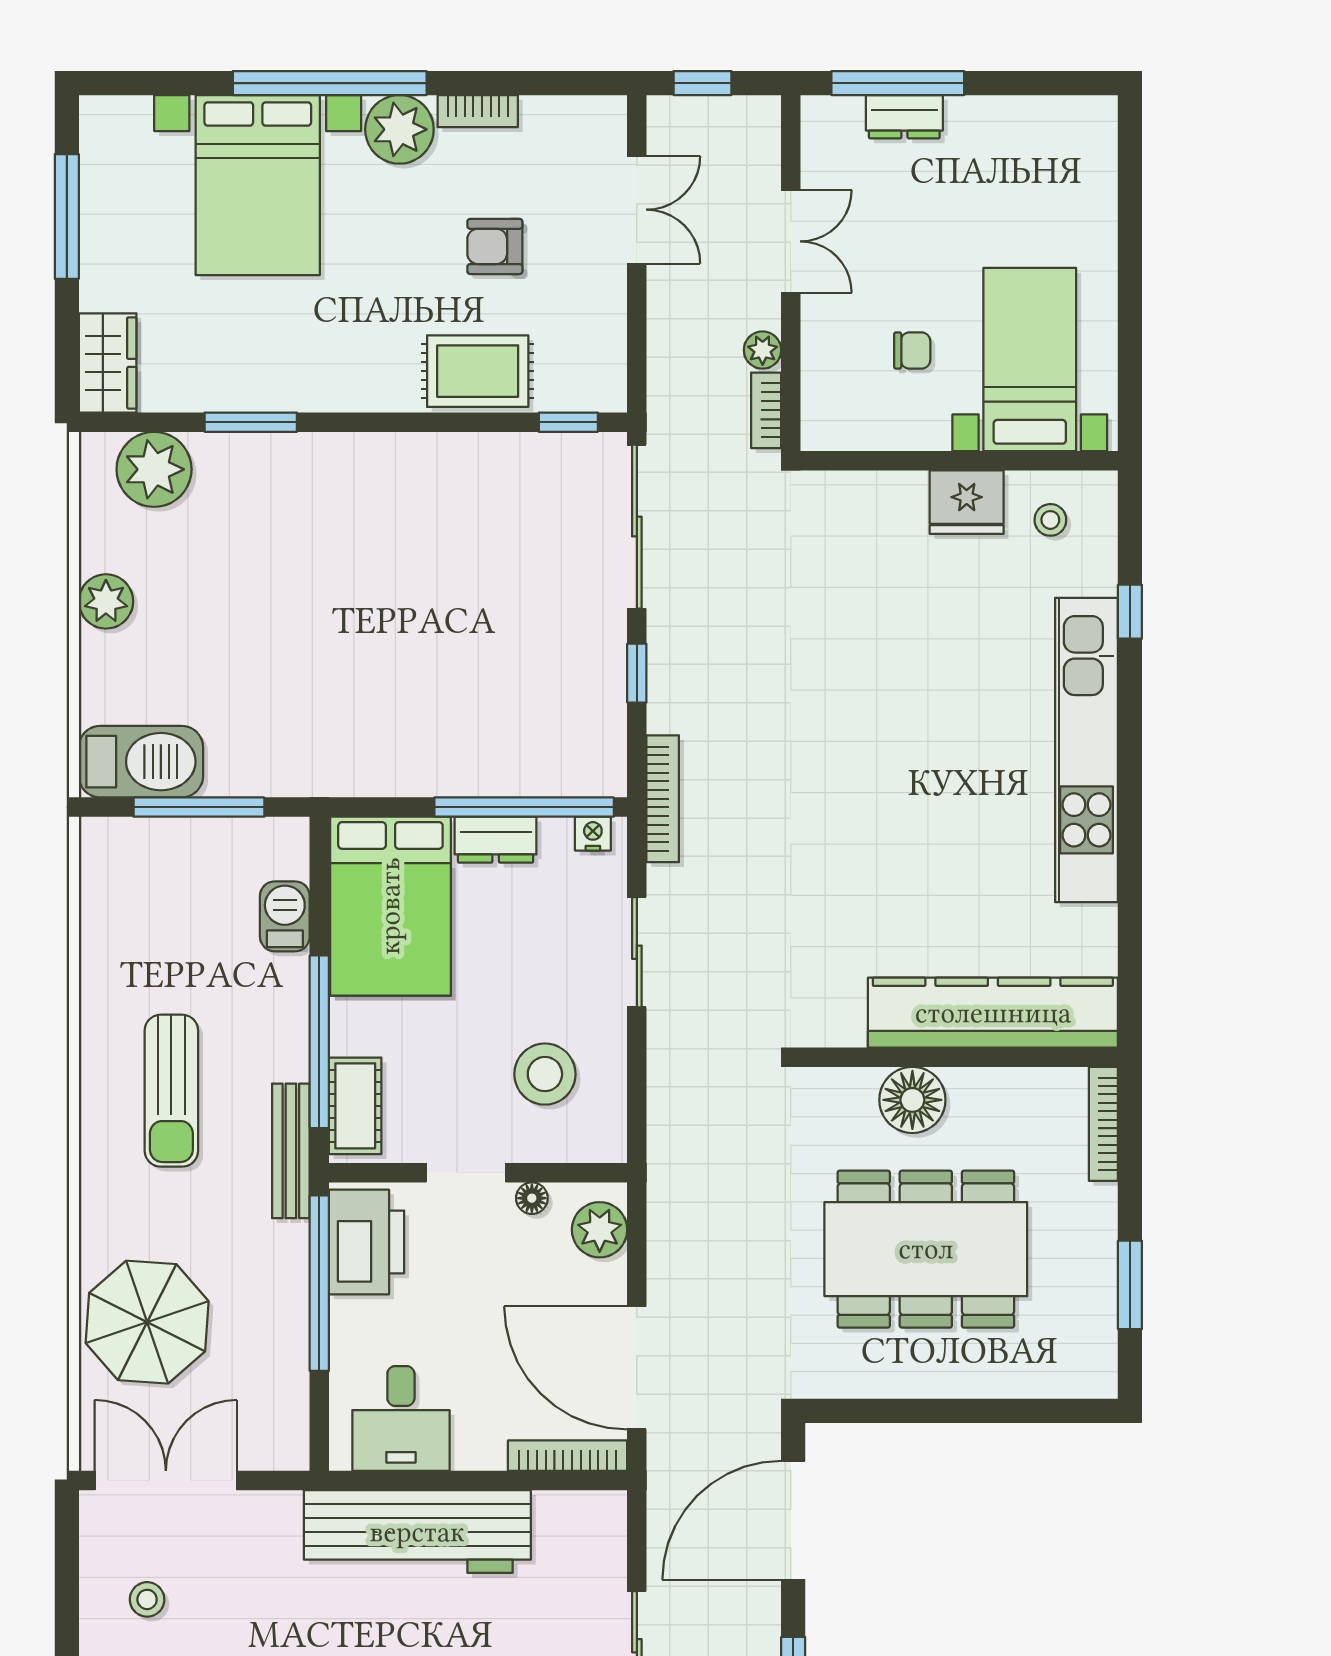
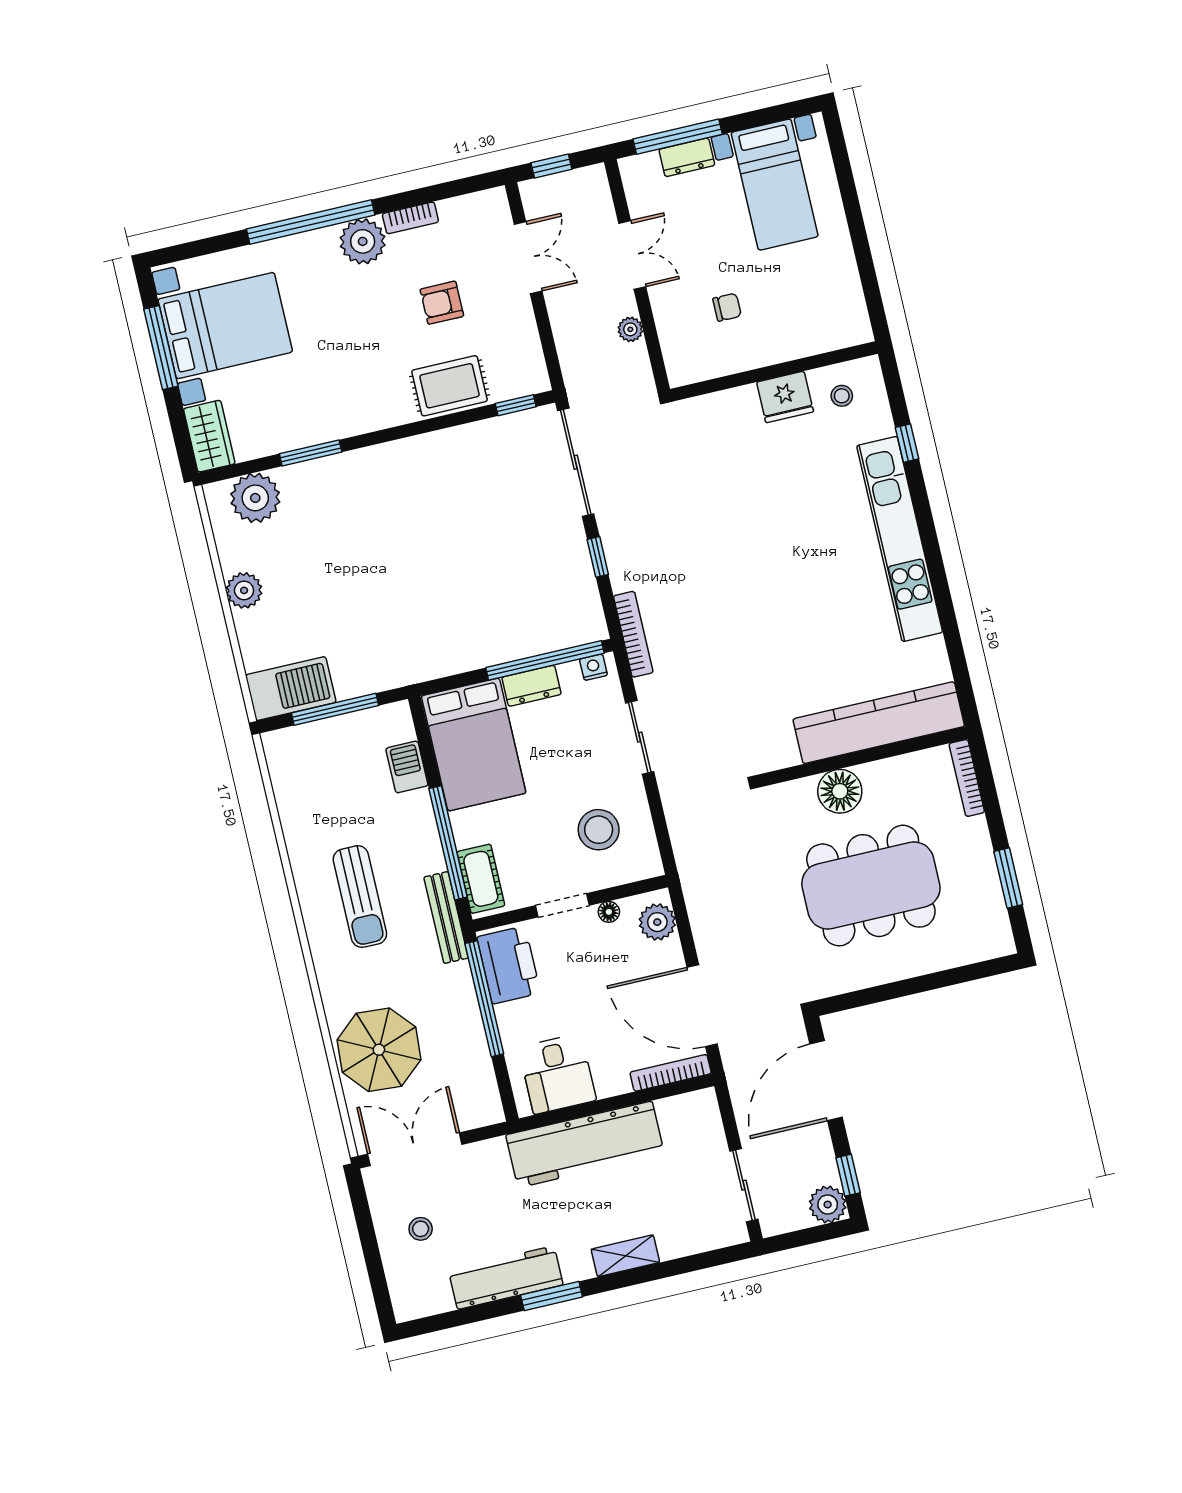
bed with nightstands: (258, 185) -> (225, 326), moved, turned -90
bed with nightstands: (1030, 360) -> (775, 185), moved, turned 180
bookcase: (766, 410) -> (642, 368), removed

